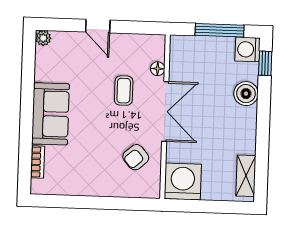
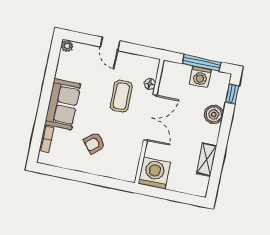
washing machine: (248, 49) -> (200, 77), moved, turned -90
coffee table: (124, 91) -> (121, 96), width x1.36, depth x1.30
armchair: (136, 157) -> (94, 143), moved
shelving: (246, 176) -> (207, 160), moved

